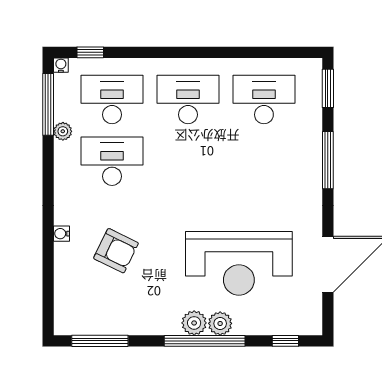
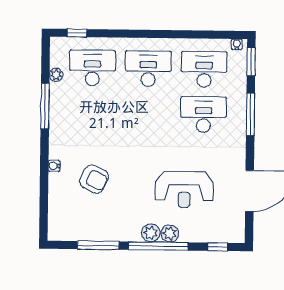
water cooler: (61, 65) -> (237, 44), moved
window: (48, 104) -> (45, 106), moved
plant: (63, 131) -> (56, 75), moved
desk: (112, 161) -> (204, 115), moved
reception desk: (239, 263) -> (184, 189), width x0.74, depth x0.77
window: (100, 341) -> (98, 245), moved

